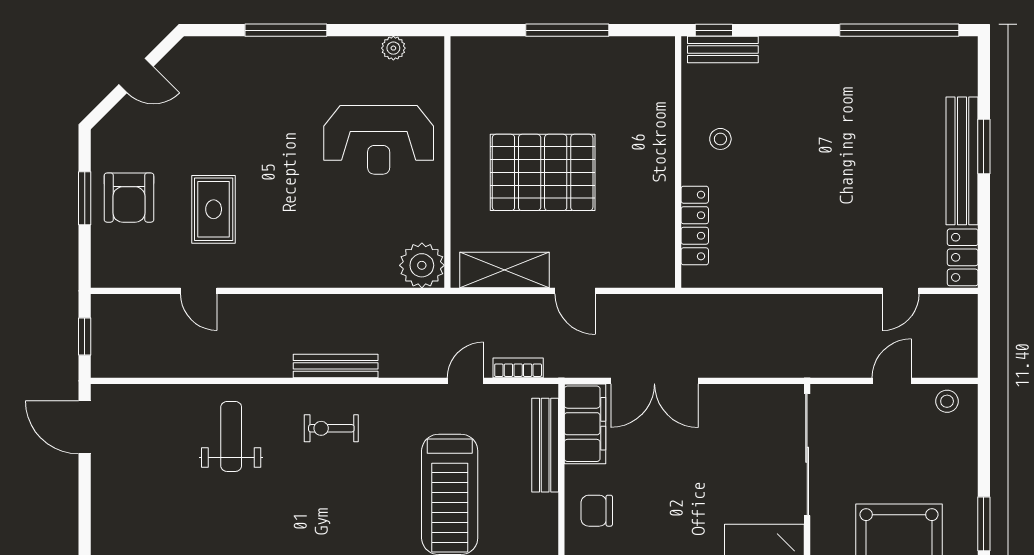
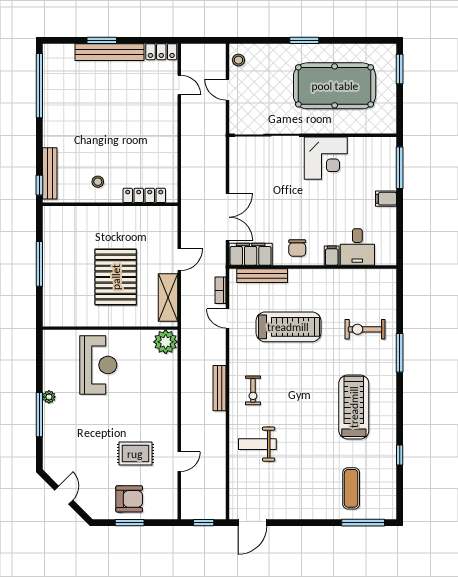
plant: (393, 48) -> (49, 397), moved
bench: (723, 50) -> (50, 173), width x1.36

